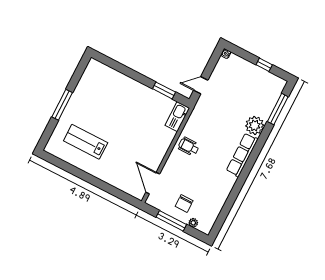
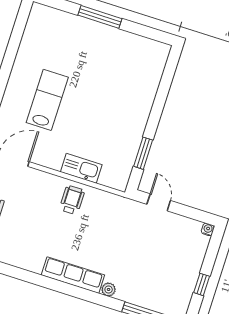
kitchen sink: (177, 117) -> (81, 168), moved
plant: (255, 125) -> (109, 289), width x0.53, depth x0.53
lab bench: (86, 142) -> (47, 100), moved

